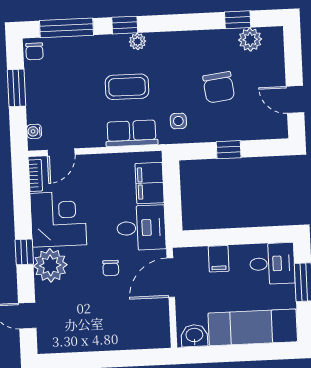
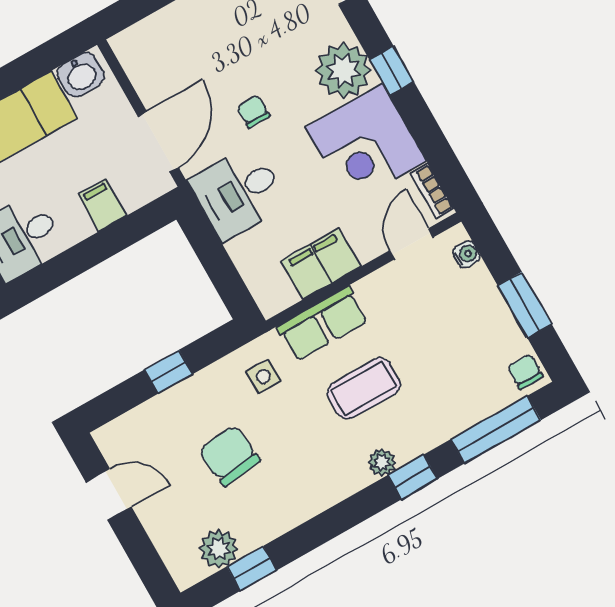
filing cabinet: (150, 183) -> (321, 264), moved, turned -90

